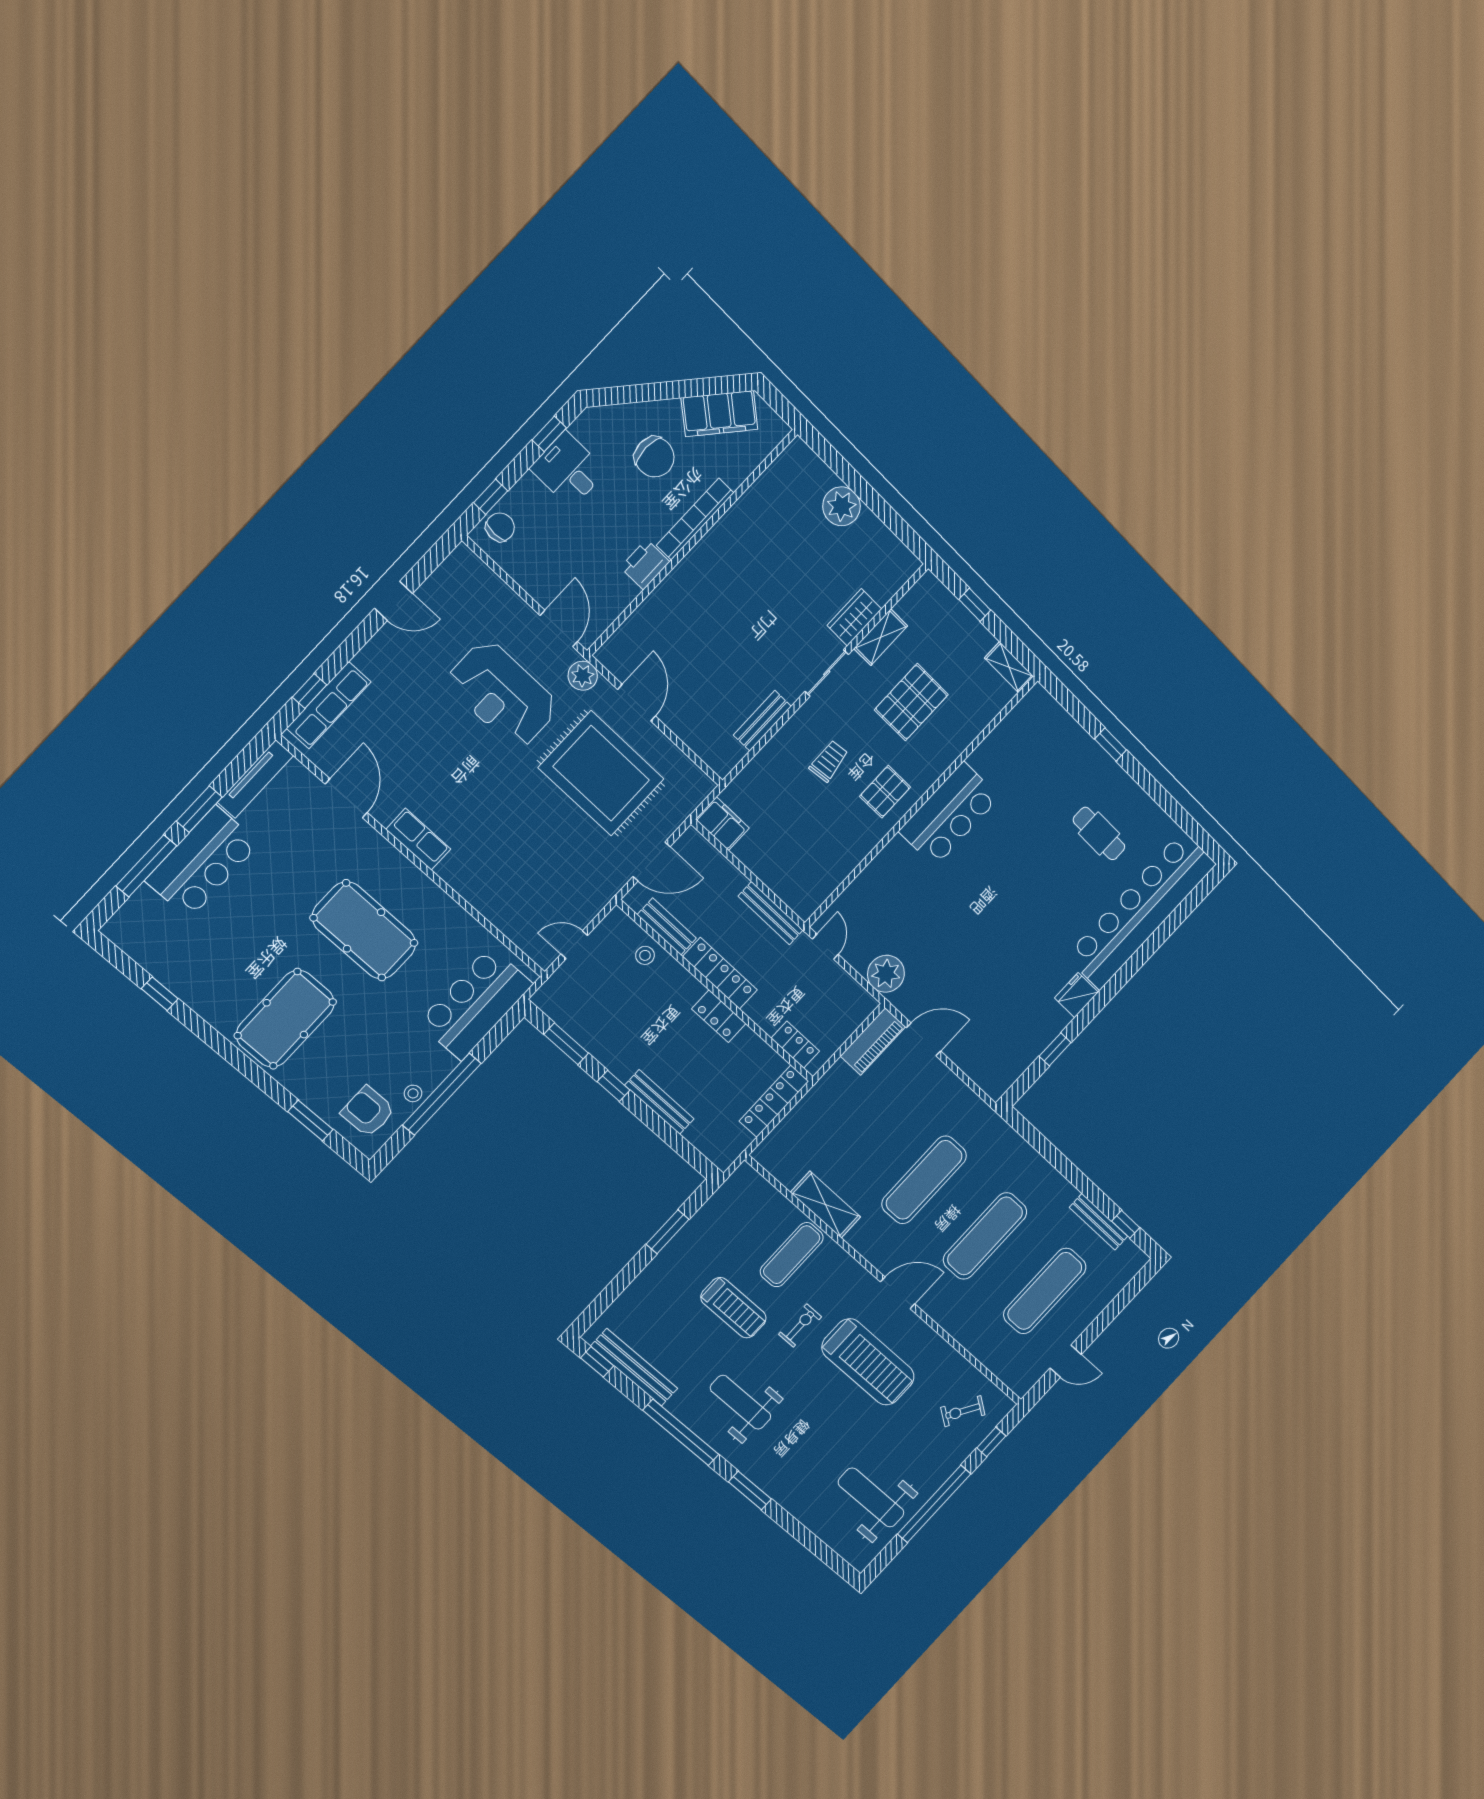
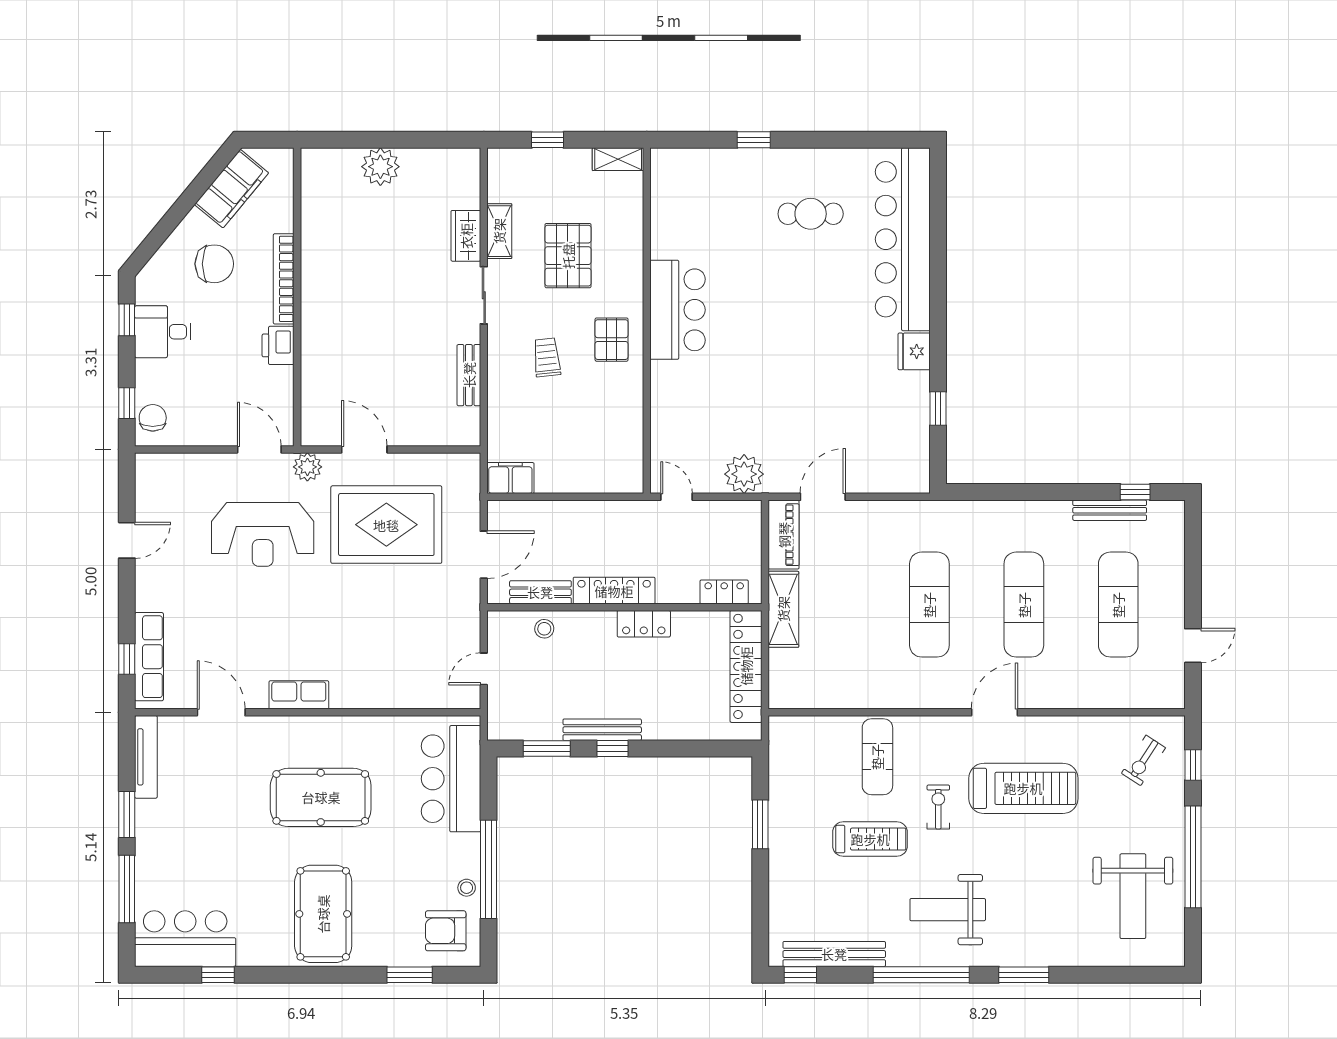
bar counter: (202, 862) -> (185, 939), moved, turned -90
bench: (771, 913) -> (610, 510), removed
locker: (774, 1101) -> (746, 666), width x1.41, depth x1.21
bench: (659, 1102) -> (602, 730), moved
shelving: (825, 1205) -> (783, 609), moved, turned 90
weight bench: (871, 1497) -> (1133, 896), turned -90

